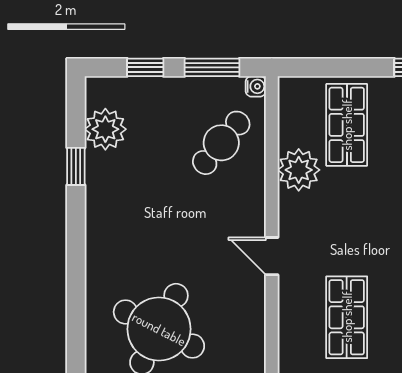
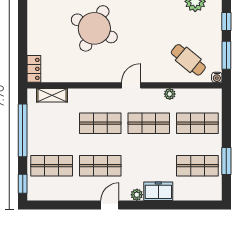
plant: (299, 170) -> (170, 94), width x0.53, depth x0.53
shop shelf: (347, 221) -> (149, 123), added

